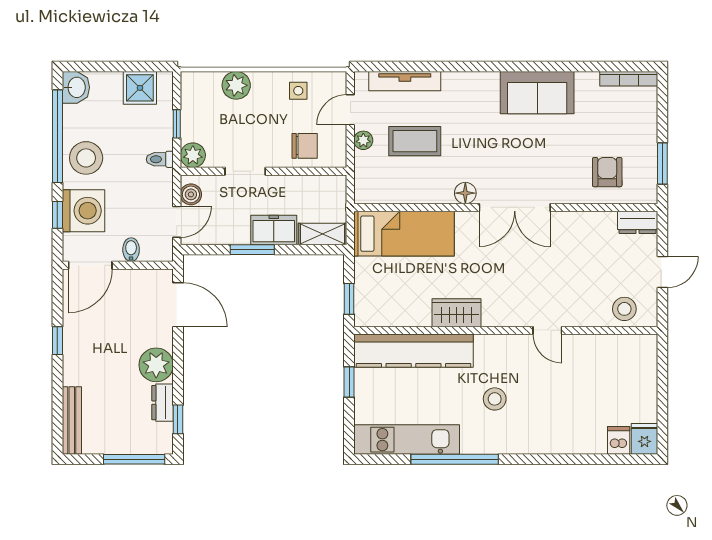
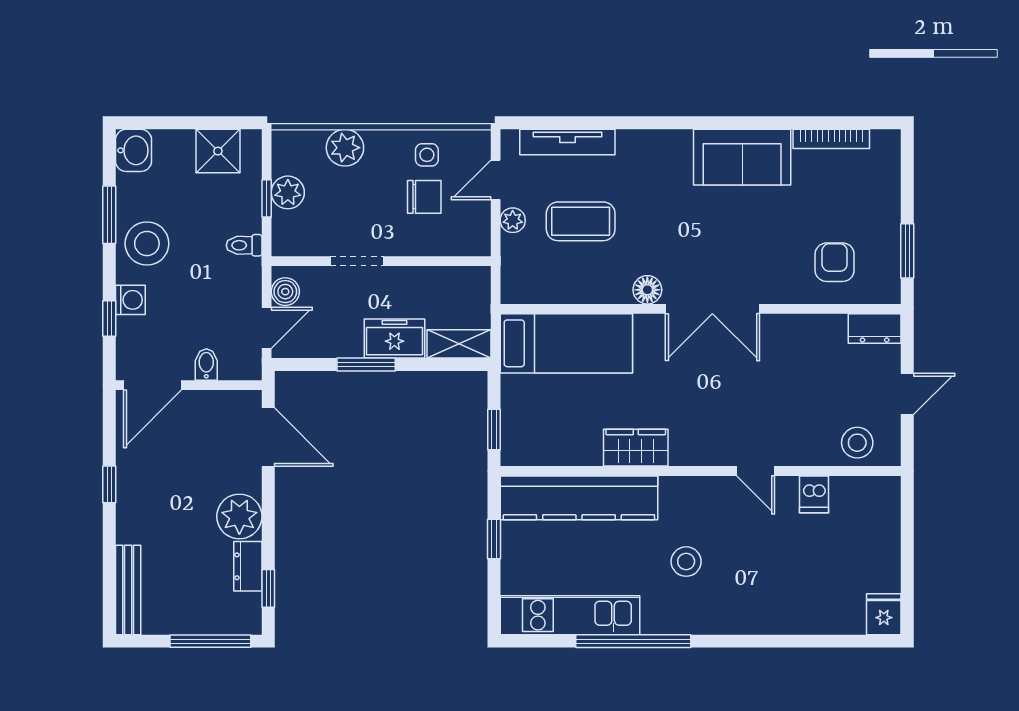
bookcase: (629, 79) -> (831, 139), moved
window: (57, 136) -> (109, 215), width x0.47
chair: (305, 146) -> (424, 197), moved
plant: (193, 155) -> (288, 192), moved
washing machine: (83, 211) -> (130, 300), width x0.53, depth x0.53
dishwasher: (619, 440) -> (814, 494), moved, turned 180

